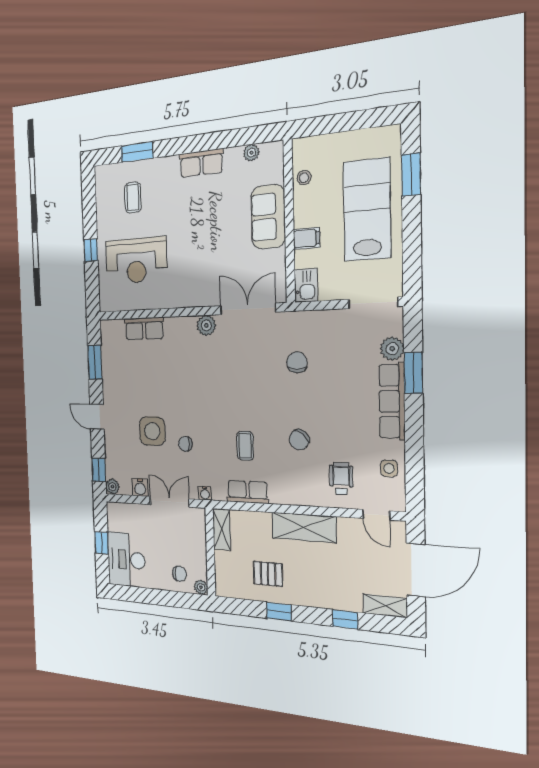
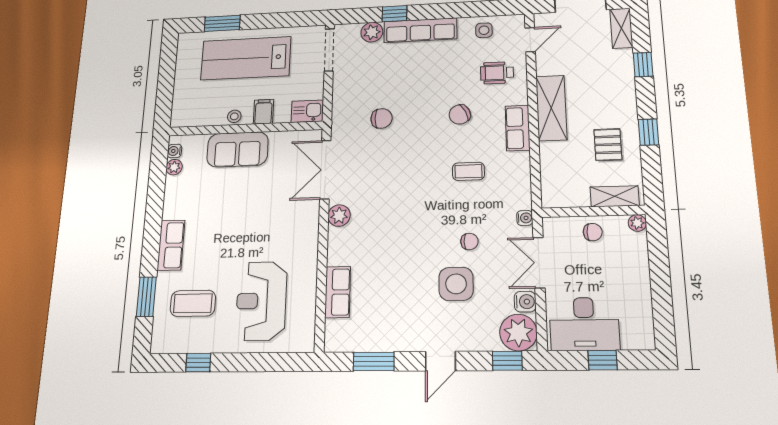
water cooler: (268, 149) -> (174, 151), added
row of seats: (201, 163) -> (171, 245), moved
stool: (304, 178) -> (234, 116), moved
coffee table: (133, 198) -> (193, 303), width x1.36, depth x1.30
window: (91, 250) -> (198, 363), moved
reception desk: (136, 261) -> (261, 301), turned 180
chair: (297, 362) -> (382, 118), turned 180
window: (413, 373) -> (394, 14), width x0.67
chair: (299, 440) -> (460, 114), turned 114
chair: (185, 444) -> (469, 241), turned -90
plant: (112, 487) -> (518, 333), width x1.88, depth x1.88
row of seats: (248, 492) -> (518, 128), moved
shelving: (222, 529) -> (615, 196), moved
desk: (126, 560) -> (584, 324), moved
chair: (179, 574) -> (593, 232), moved, turned 90

